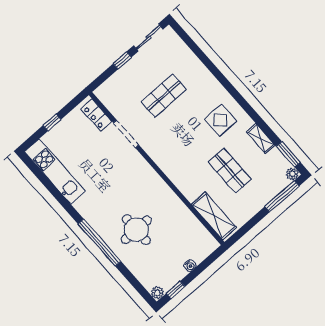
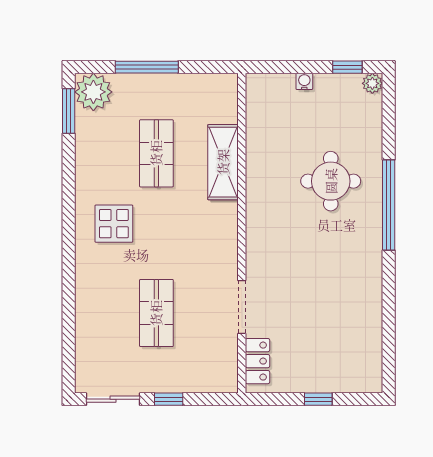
shop shelf: (164, 96) -> (156, 313), turned 90
shelving: (261, 138) -> (85, 159), removed
kitchen unit: (55, 171) -> (367, 337), removed
plant: (292, 174) -> (93, 92), width x1.87, depth x1.87
window: (282, 196) -> (147, 67), moved
shelving: (214, 216) -> (223, 162), moved

